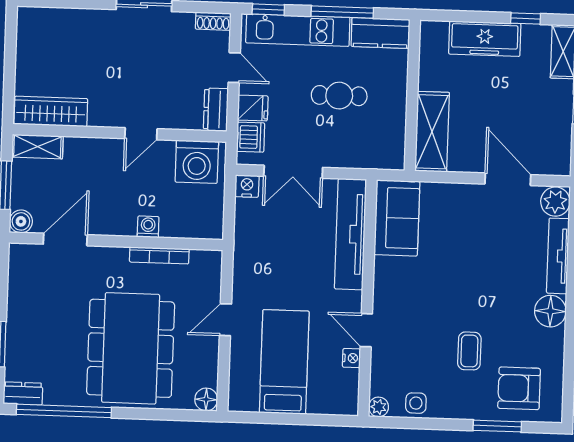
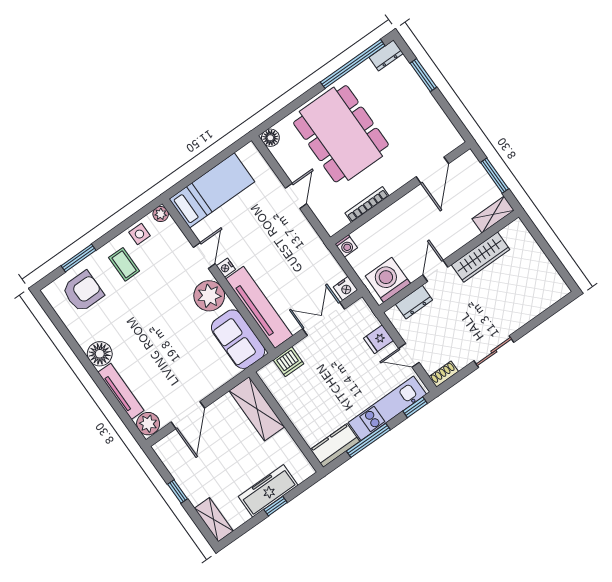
window: (526, 18) -> (276, 506), moved
cafe table: (339, 96) -> (331, 387), removed
dresser: (216, 109) -> (414, 302), moved, turned 90
wardrobe: (51, 111) -> (481, 257), moved
dishwasher: (251, 137) -> (288, 362), moved, turned -90
door: (508, 179) -> (188, 415), hinge flipped
boiler: (21, 221) -> (468, 161), removed
washing machine: (148, 227) -> (346, 246), moved
plant: (393, 285) -> (209, 296), added
door: (366, 330) -> (204, 256), hinge flipped
coffee table: (469, 351) -> (124, 264), moved
nightstand: (351, 358) -> (226, 268), moved
bed: (284, 362) -> (212, 190), moved, turned -90

